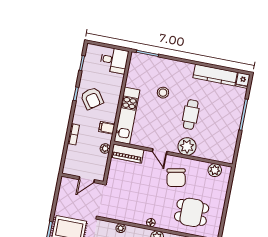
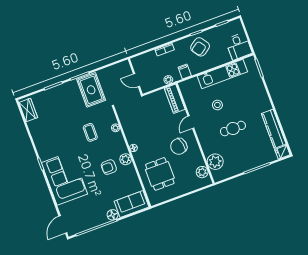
stool: (163, 93) -> (217, 105), moved
kitchen unit: (127, 116) -> (222, 74), moved
plant: (187, 146) -> (215, 162), moved

